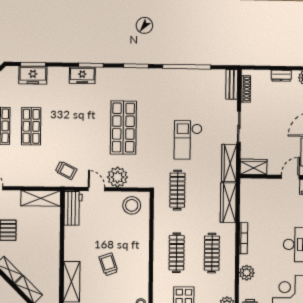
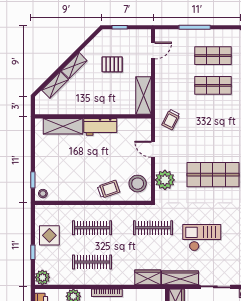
plant: (117, 177) -> (165, 180), moved
door: (96, 189) -> (153, 149), swing flipped
wardrobe: (228, 203) -> (148, 277), width x0.67
workbench: (73, 208) -> (100, 127), moved
trolley: (108, 264) -> (109, 189), moved

